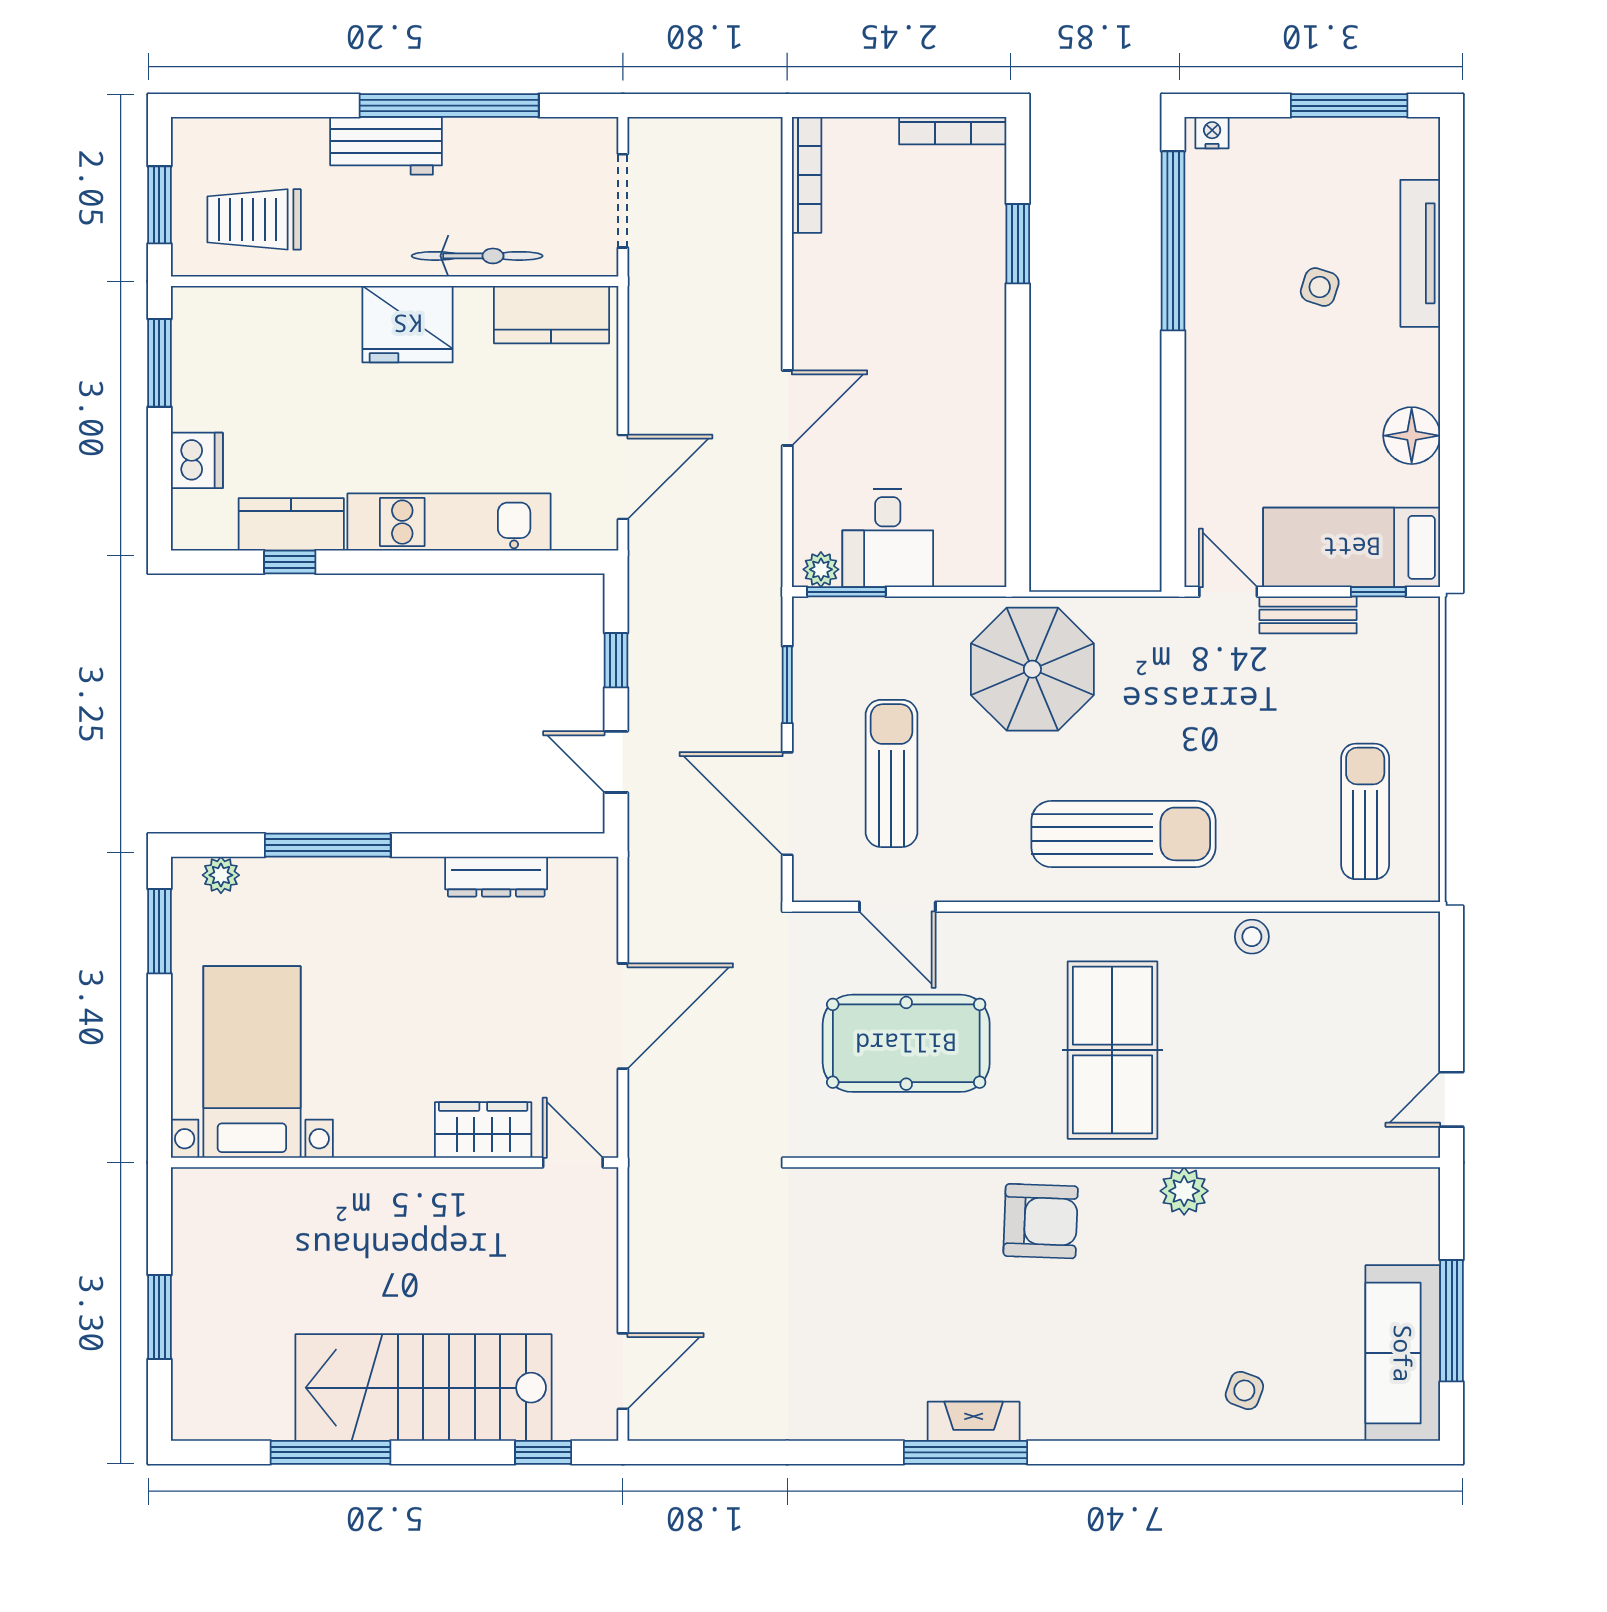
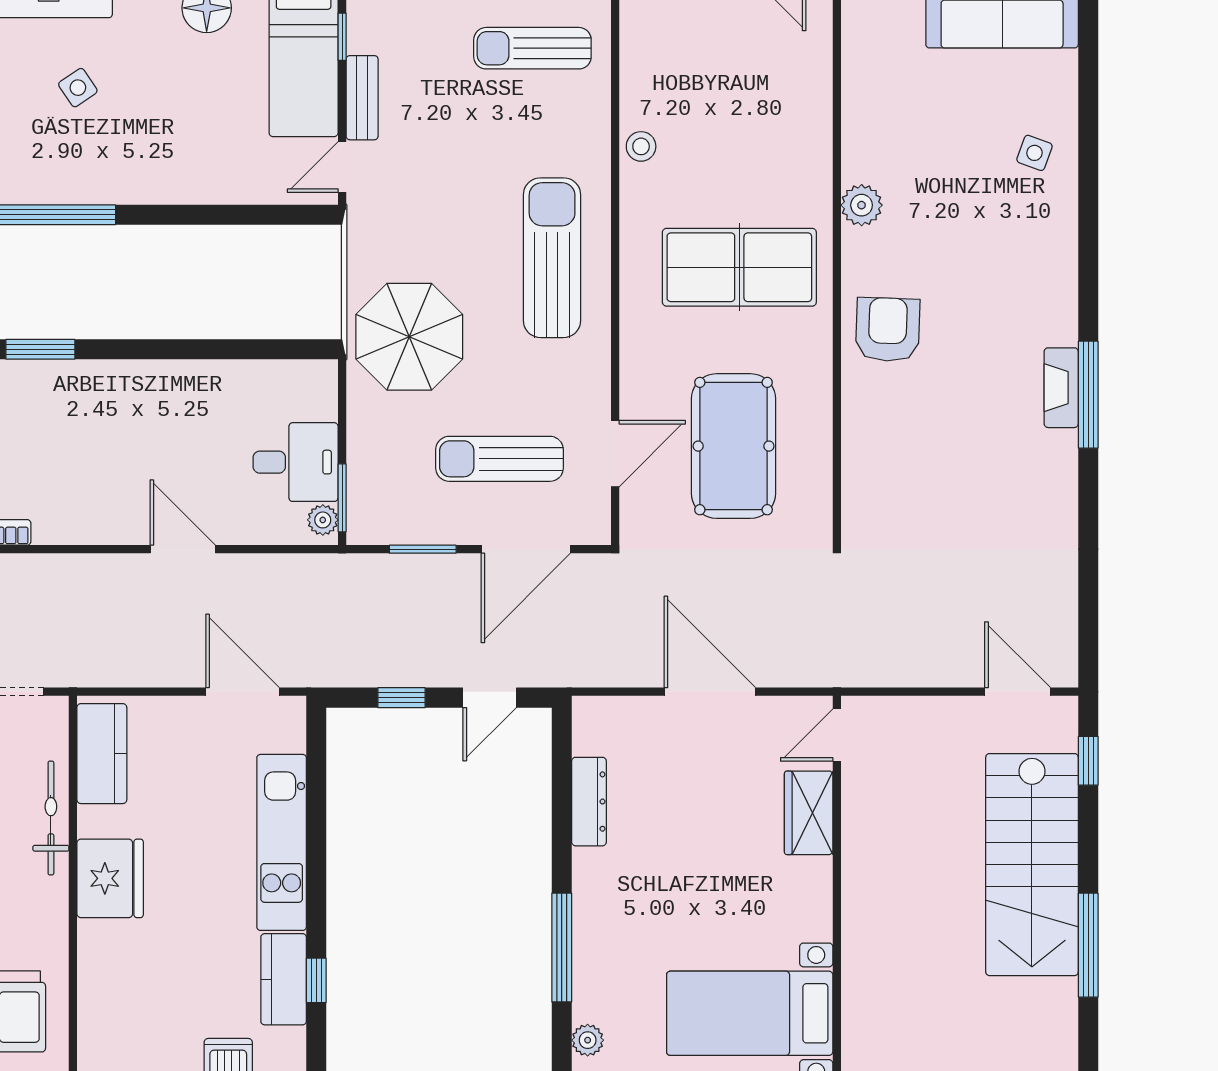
side table: (1320, 287) -> (78, 88), turned 38

